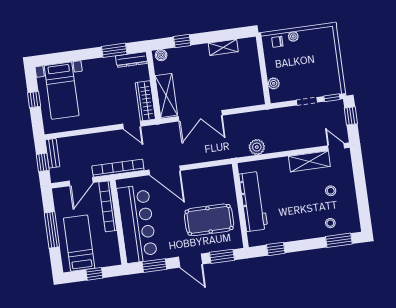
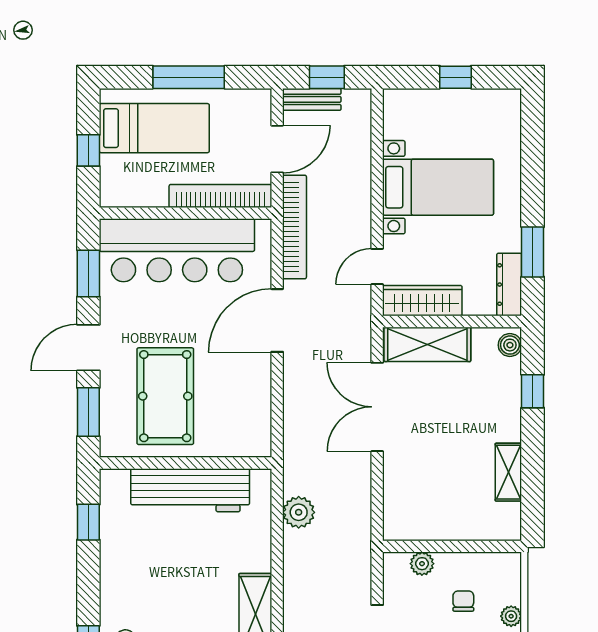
chair: (277, 42) -> (463, 601), moved
bed with nightstands: (62, 91) -> (438, 187), moved, turned 180
bench: (52, 153) -> (312, 99), moved
door: (81, 182) -> (277, 149), swing flipped

